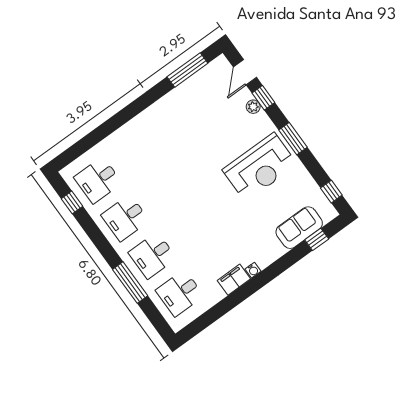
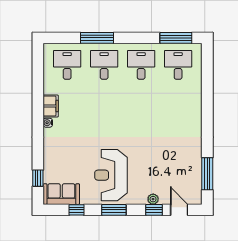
window: (331, 192) -> (77, 210), moved
window: (72, 202) -> (176, 38), width x2.17
sofa: (299, 228) -> (61, 194), moved, turned -90

